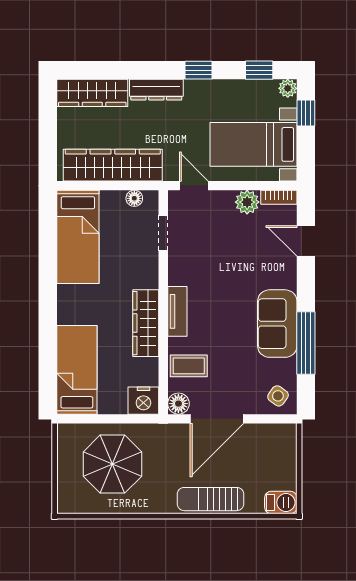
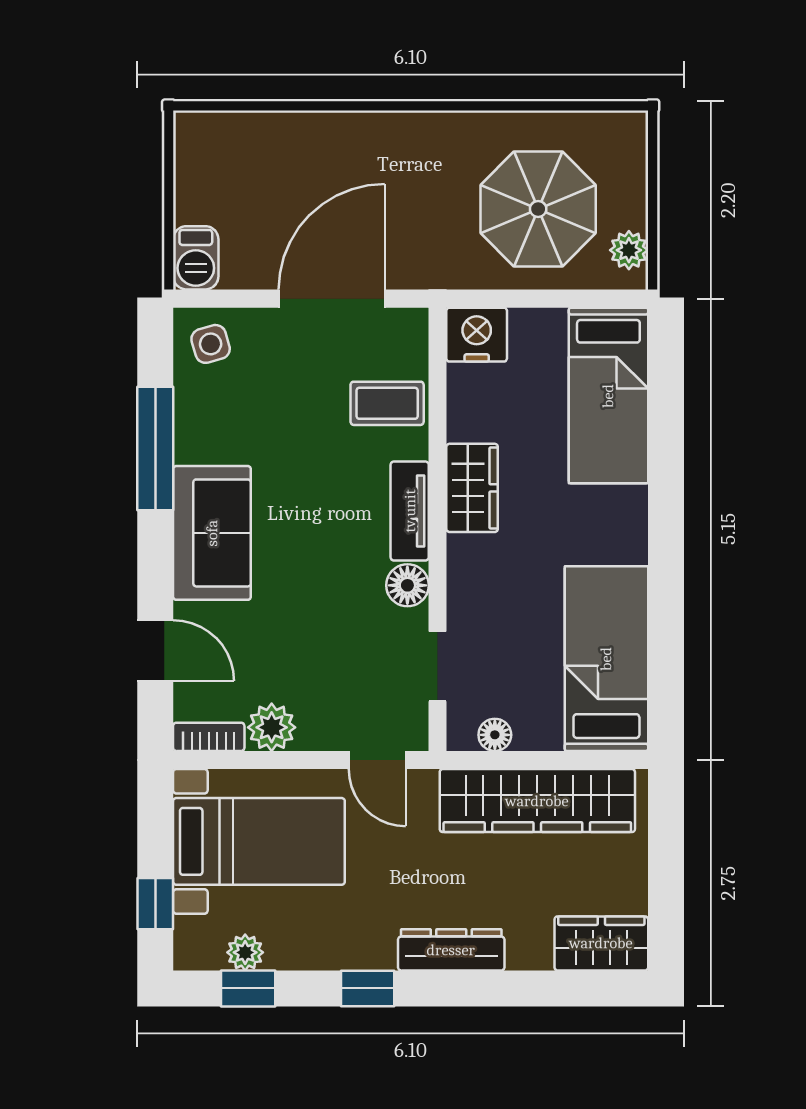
plant: (288, 88) -> (245, 952), moved
wardrobe: (92, 93) -> (601, 943), width x0.67
wardrobe: (146, 323) -> (472, 488), width x0.67
sofa: (277, 324) -> (212, 533), moved
side table: (278, 396) -> (211, 344), turned 38
floor lamp: (178, 404) -> (407, 585), moved
plant: (67, 443) -> (629, 250), added
sun lounger: (210, 499) -> (344, 140), removed
barbecue: (281, 502) -> (196, 258), moved, turned -90

